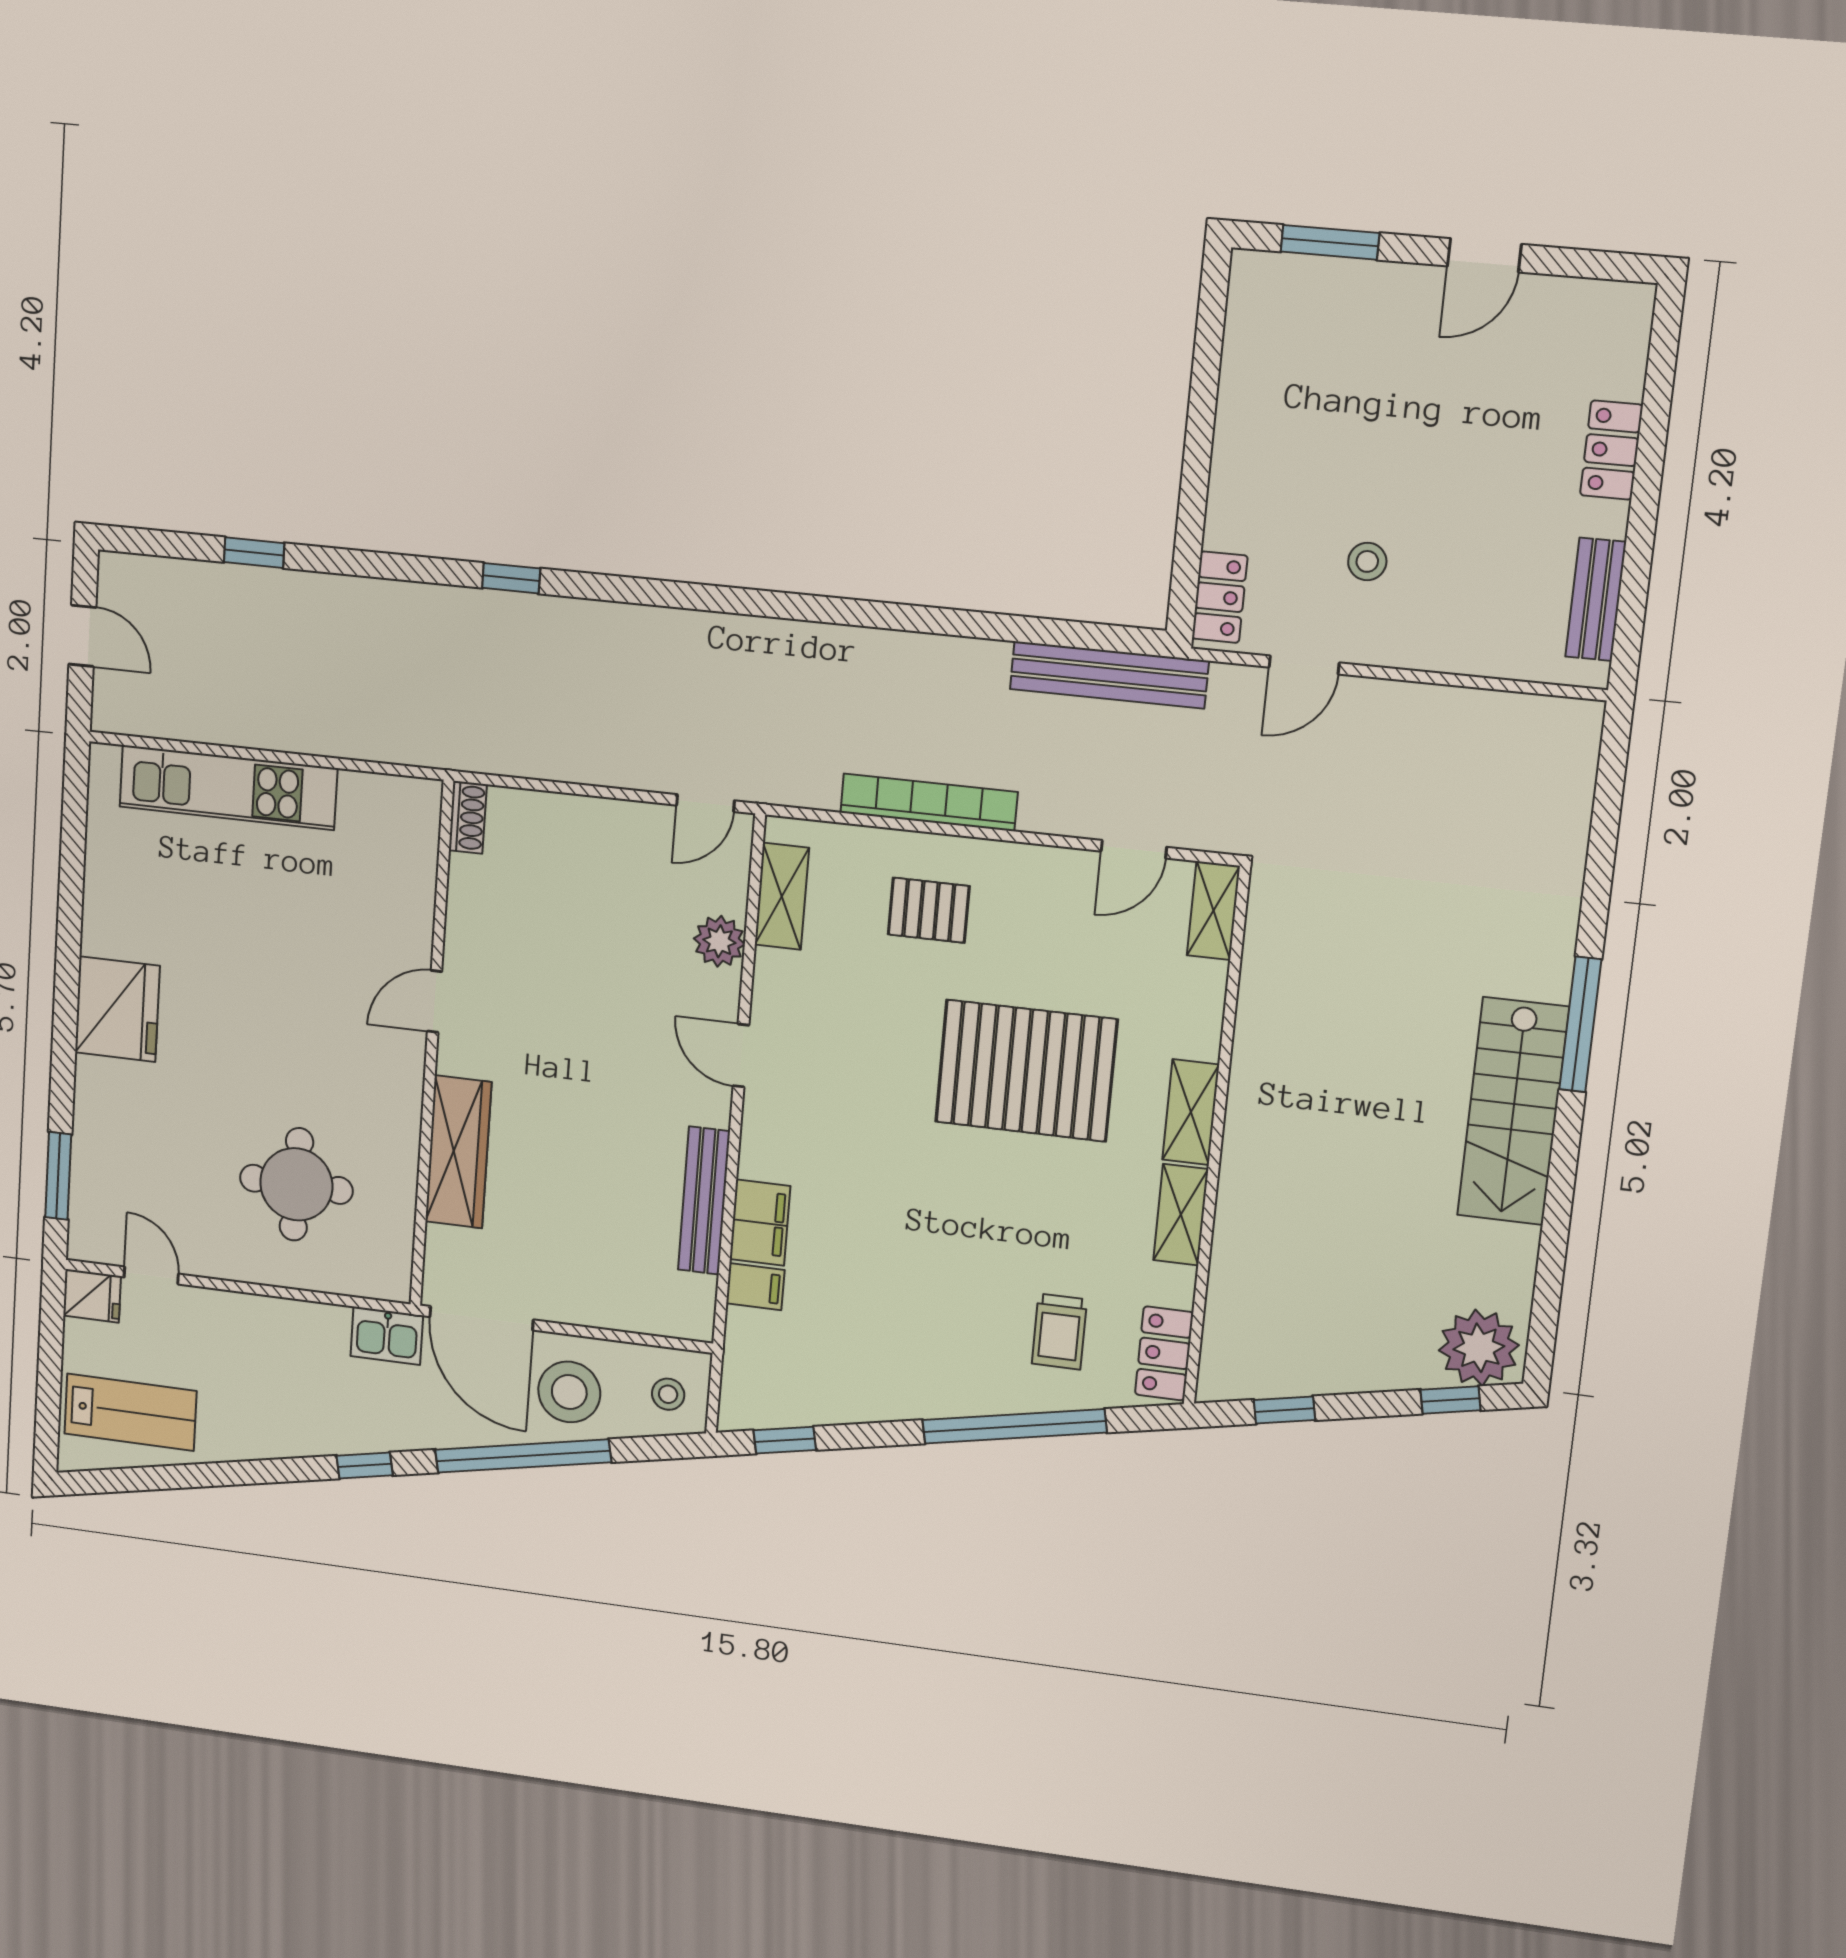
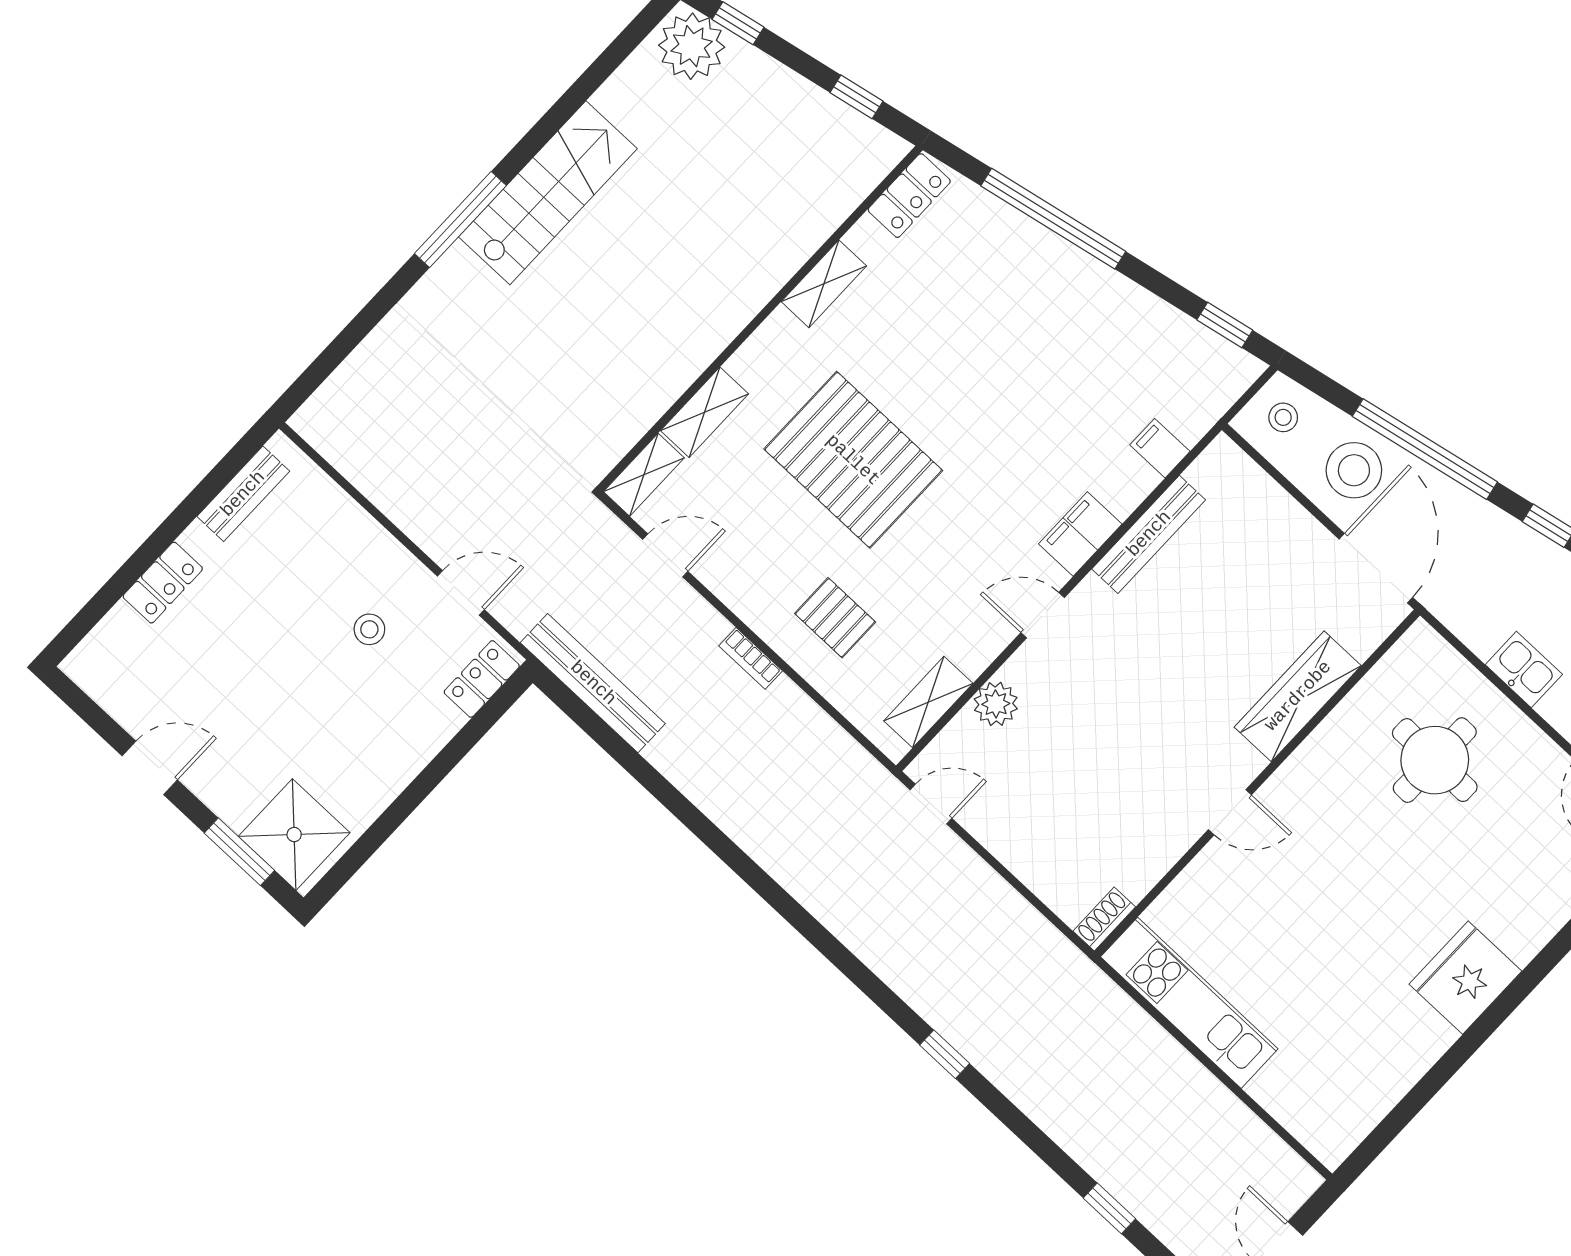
shower: (1288, 302) -> (294, 835), added
kitchen unit: (228, 788) -> (1189, 1003), moved
bookcase: (929, 802) -> (751, 658), width x0.43, depth x0.76
door: (741, 1056) -> (1043, 615), swing flipped
shelving: (1191, 1112) -> (704, 412), moved
filing cabinet: (760, 1223) -> (1080, 534), moved
trolley: (1059, 1332) -> (970, 263), removed
kitchen sink: (387, 1336) -> (1524, 669), moved

